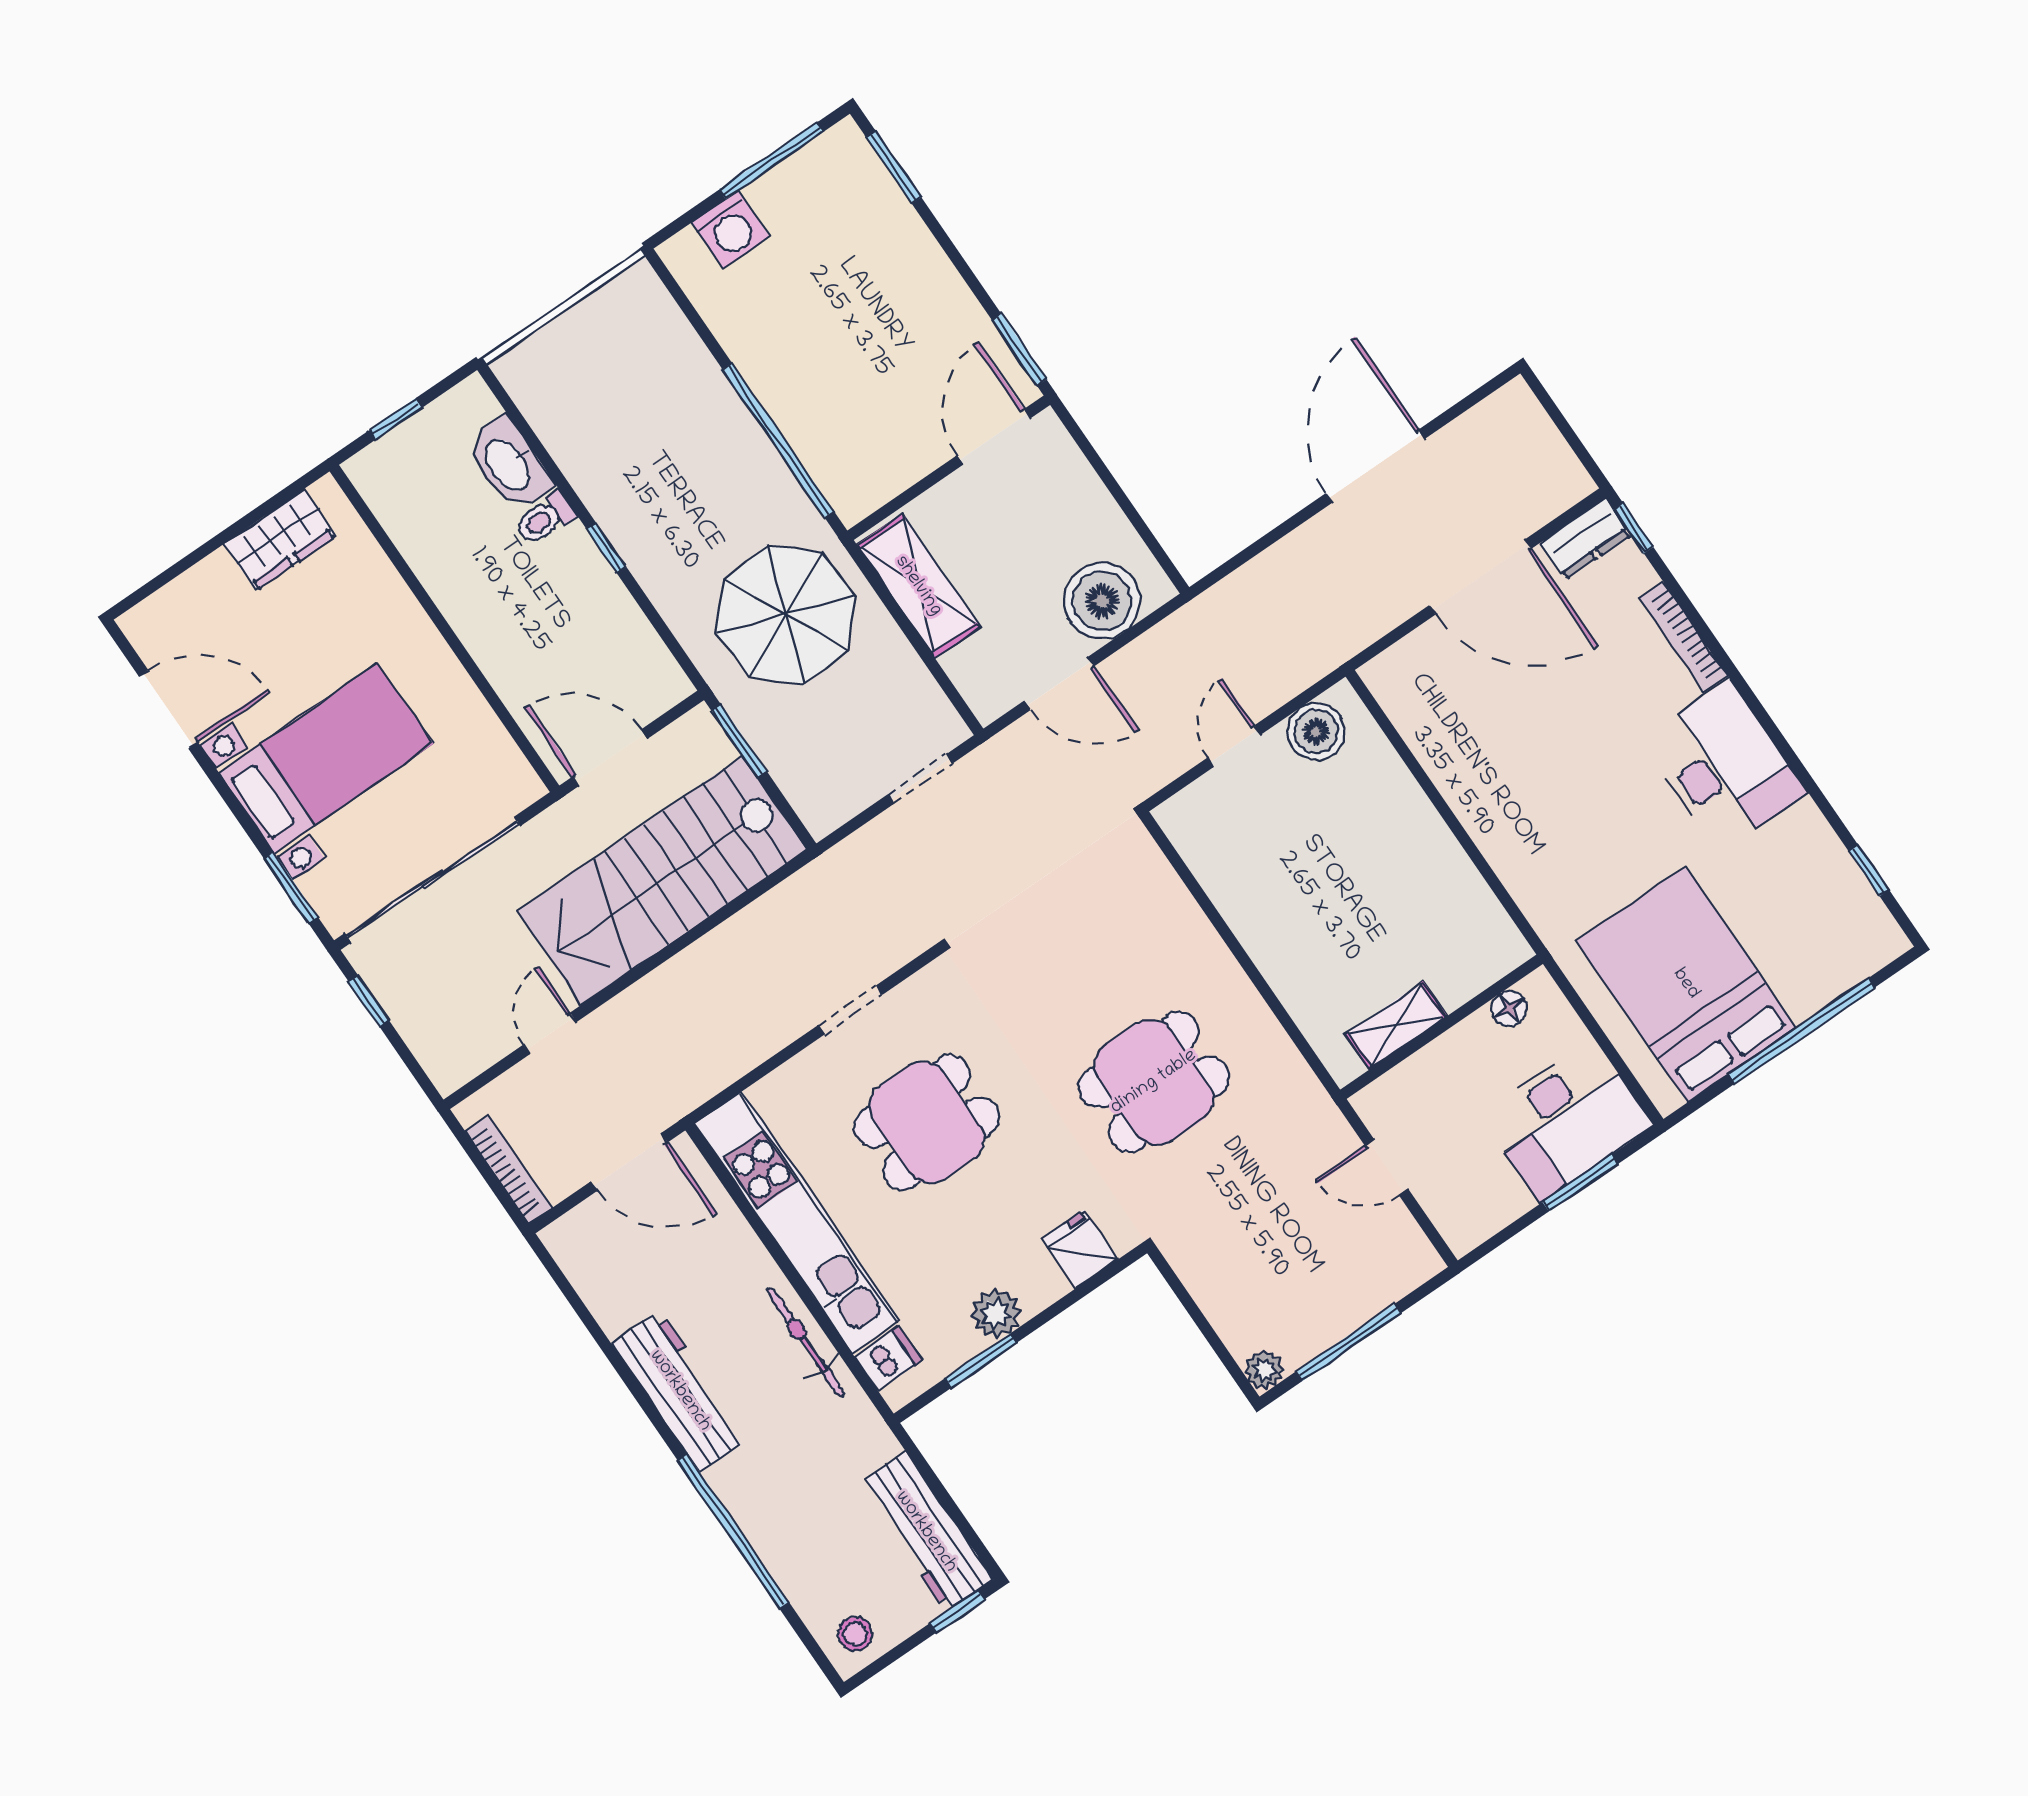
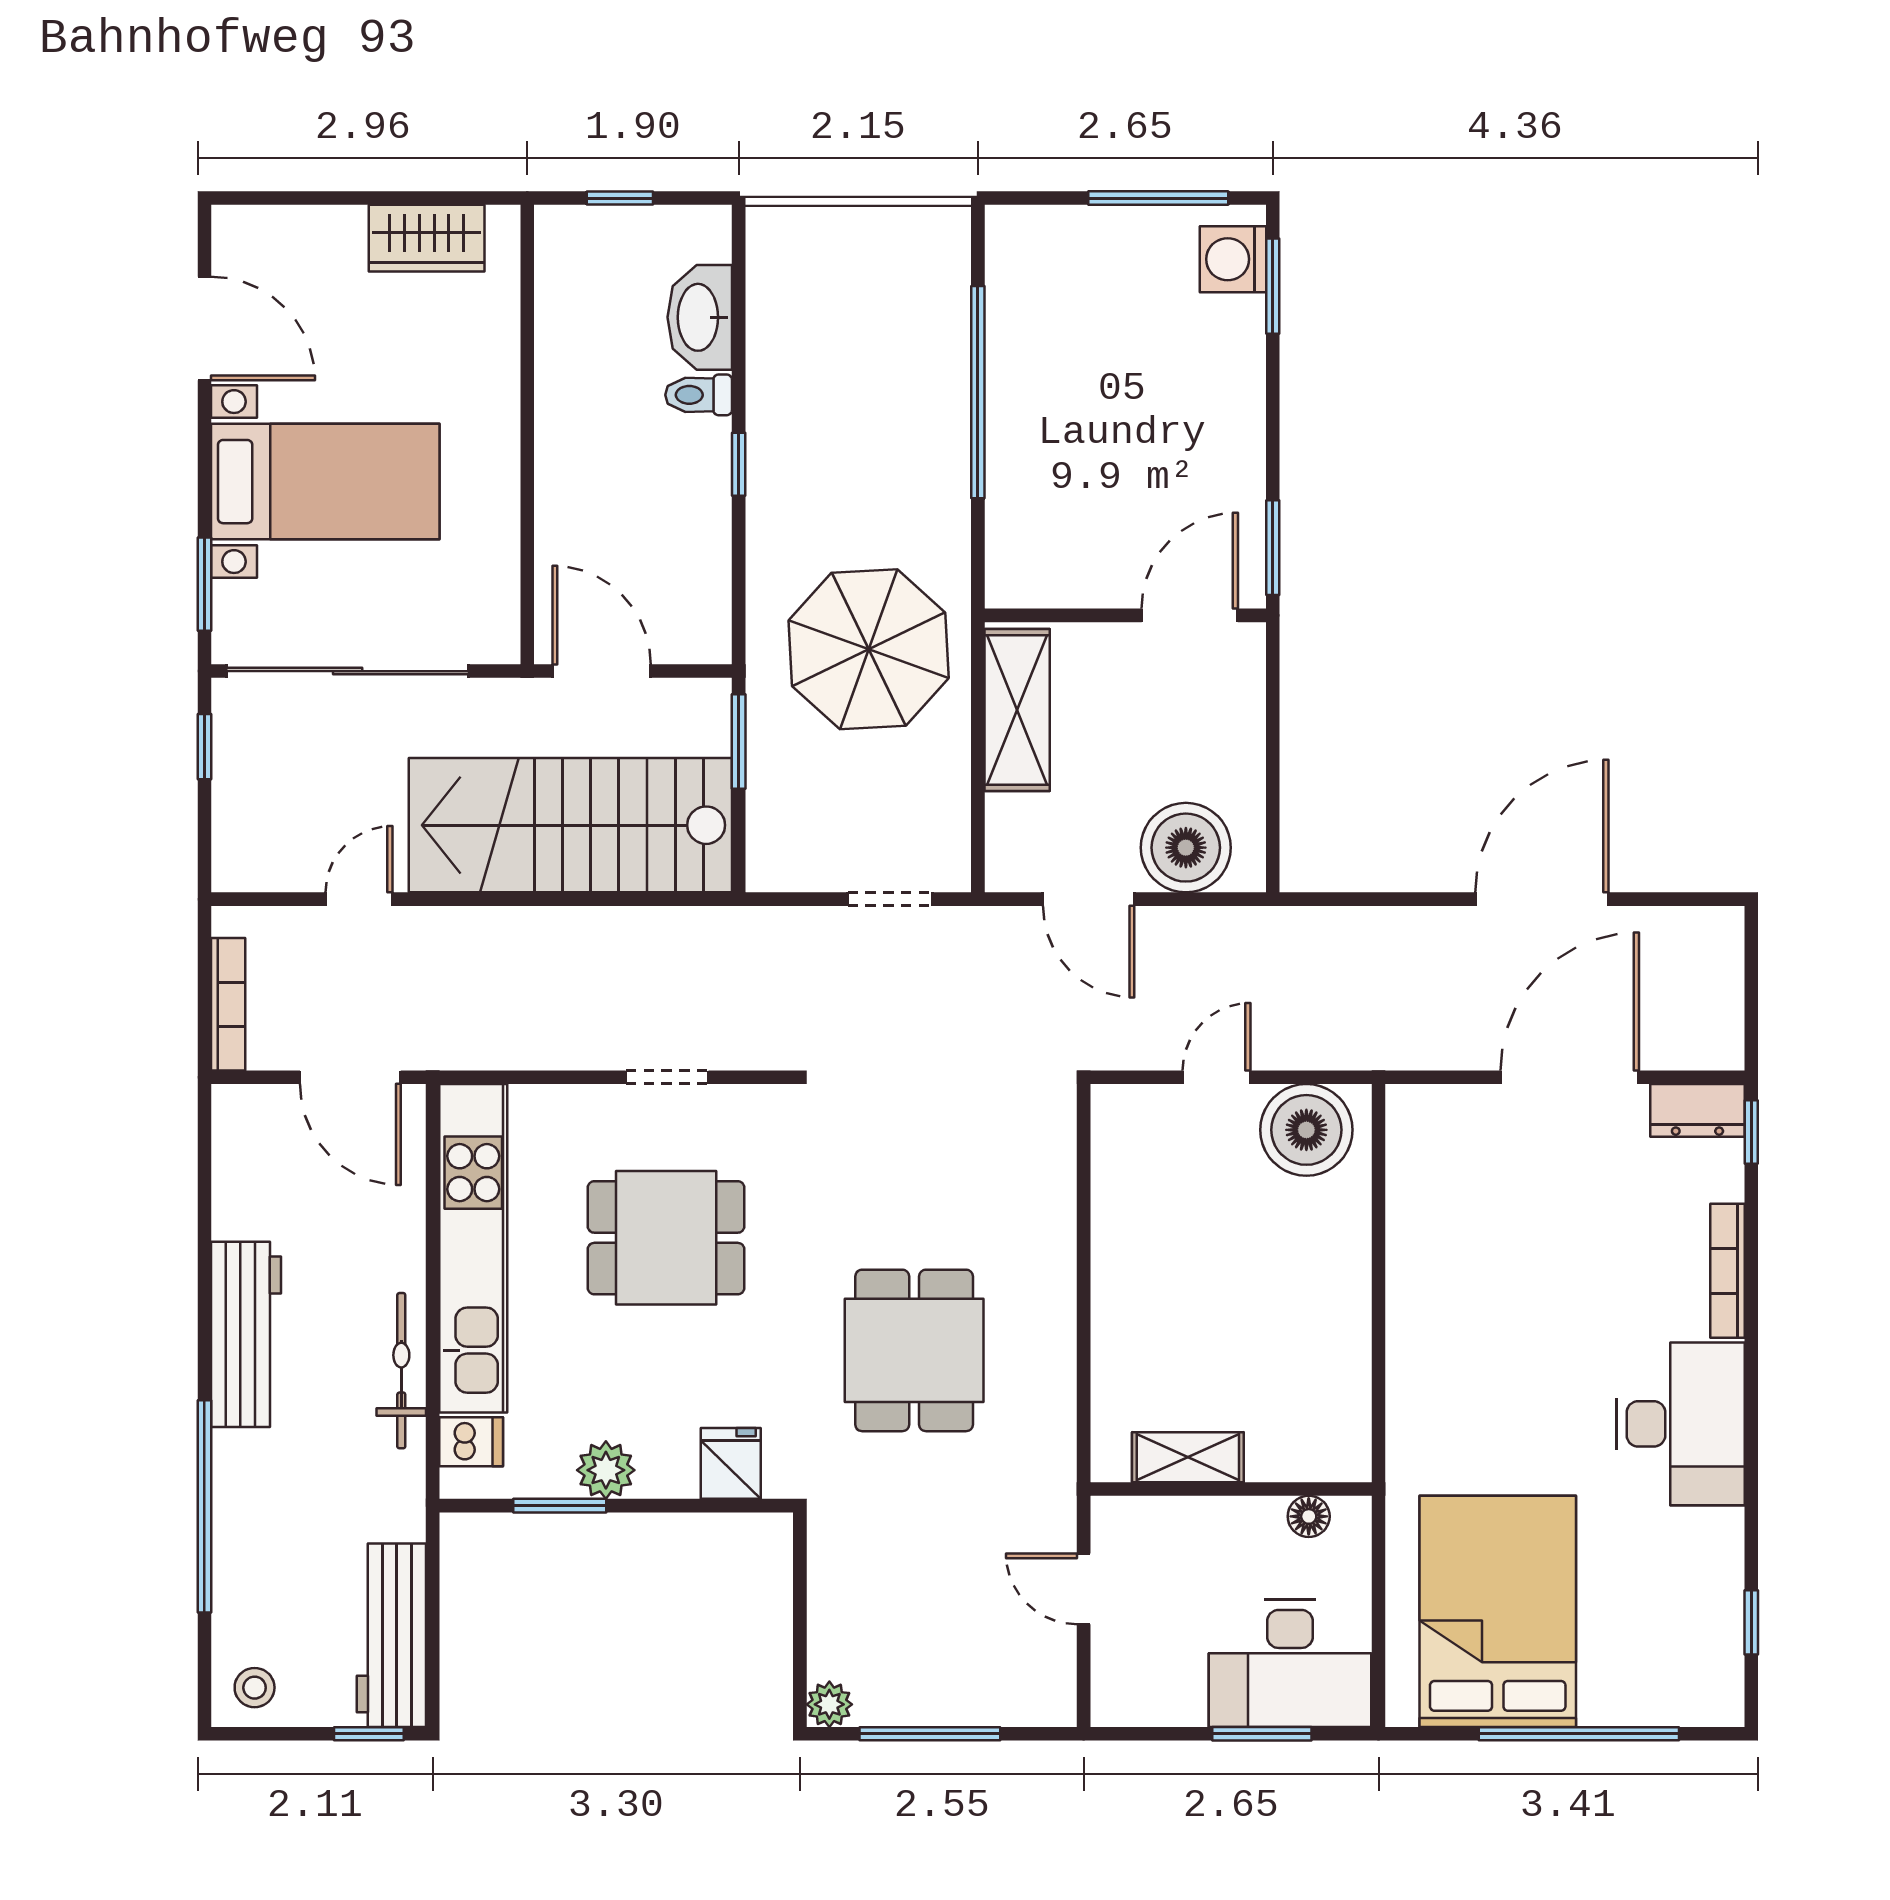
washing machine: (731, 230) -> (1233, 259), moved, turned 90
window: (778, 440) -> (978, 392), moved
door: (1480, 577) -> (1570, 1077), swing flipped
boiler: (1316, 731) -> (1306, 1130), width x1.37, depth x1.37
dining table: (1154, 1082) -> (914, 1350), turned 90

